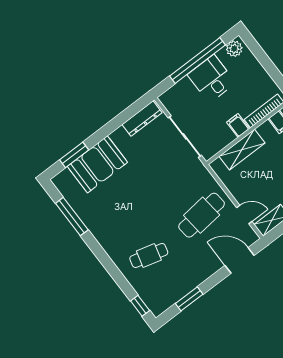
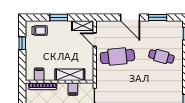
filing cabinet: (238, 125) -> (73, 89), moved
door: (240, 260) -> (130, 17), moved

